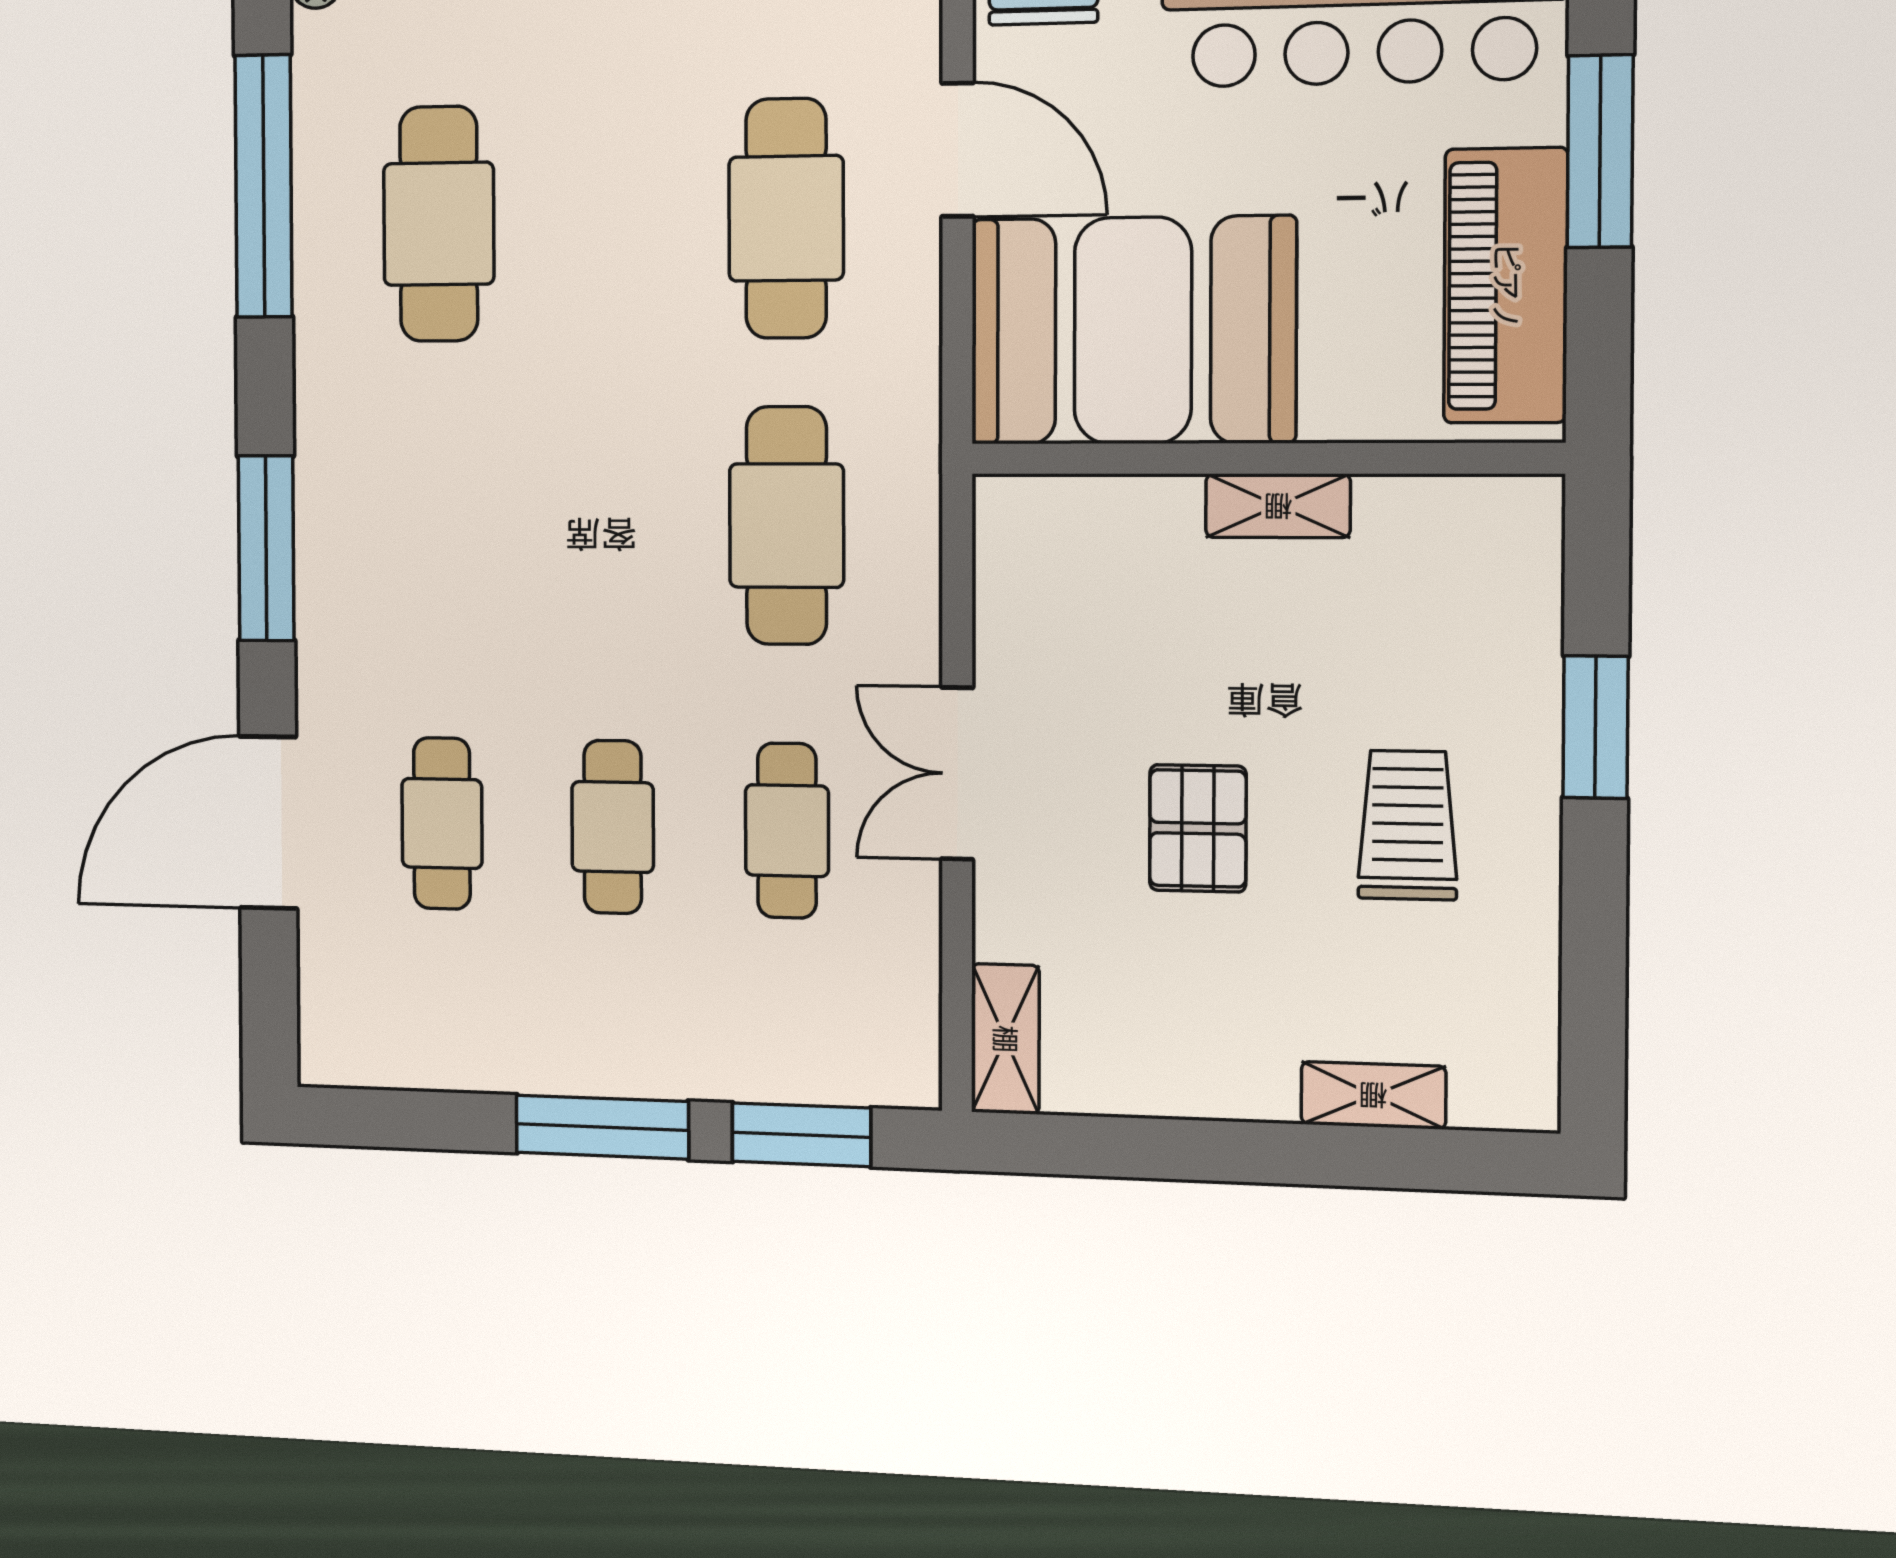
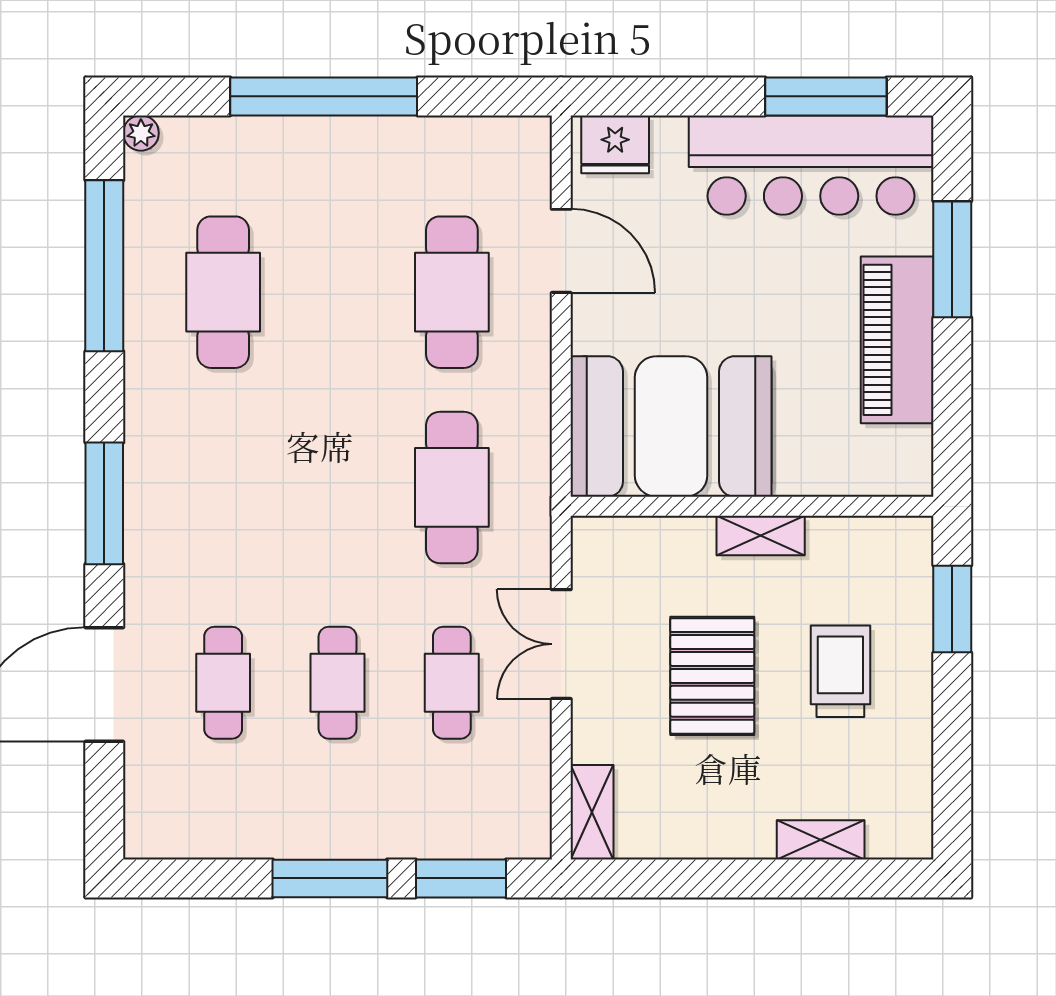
booth: (1133, 331) -> (671, 426), moved
wall: (1264, 458) -> (752, 506), moved
shelving: (1278, 506) -> (761, 536), moved
pallet: (1198, 828) -> (712, 676), width x1.50, depth x1.42

